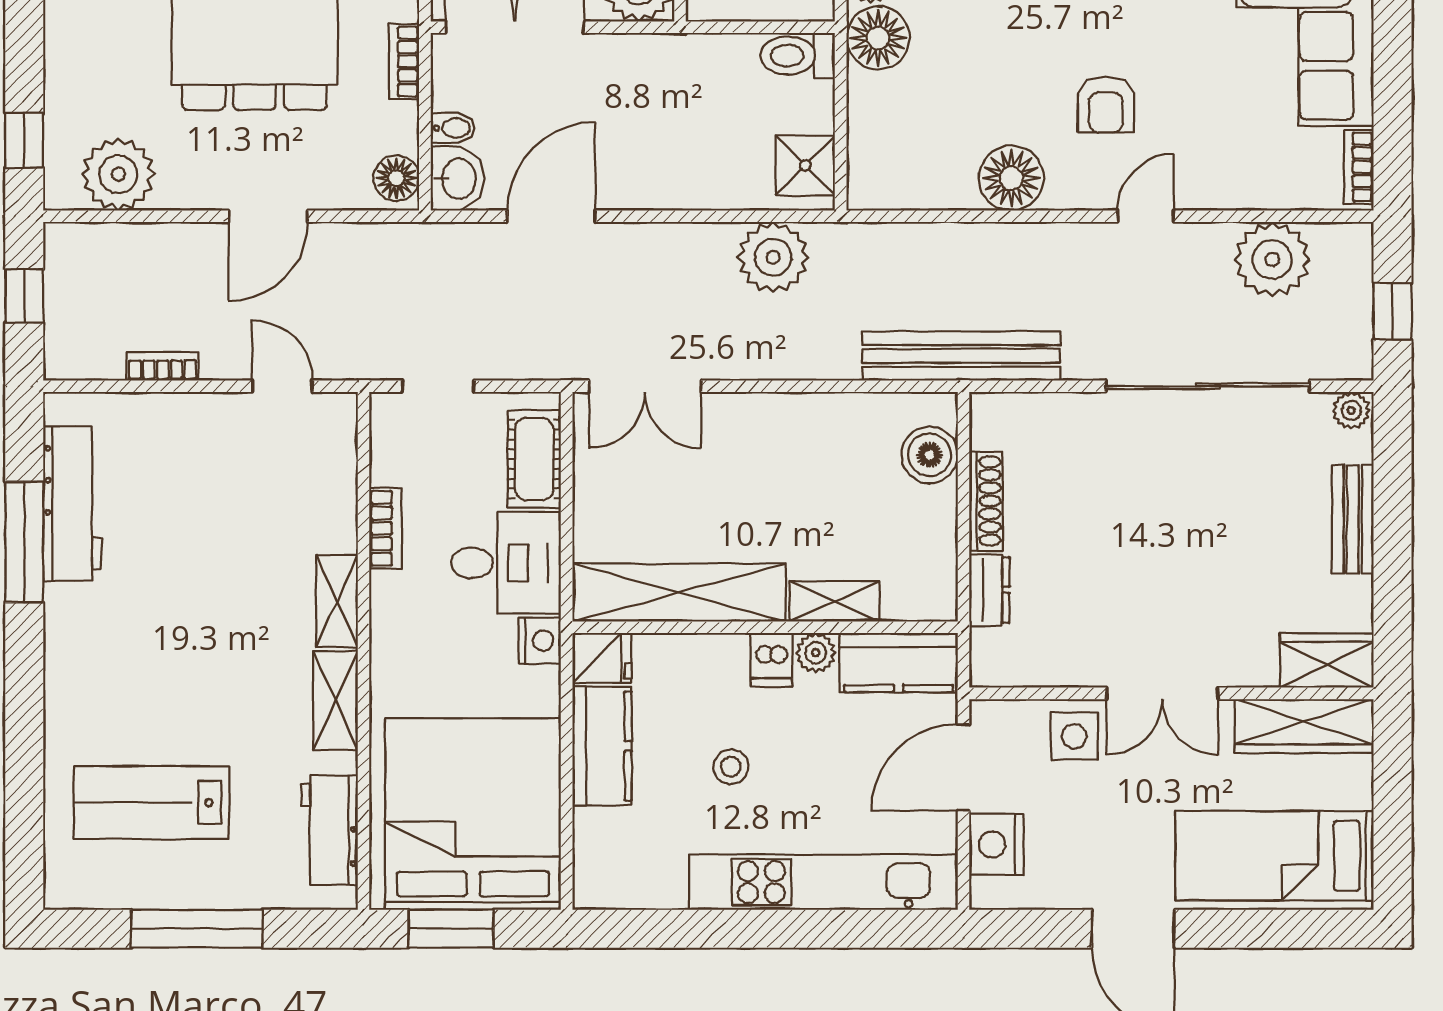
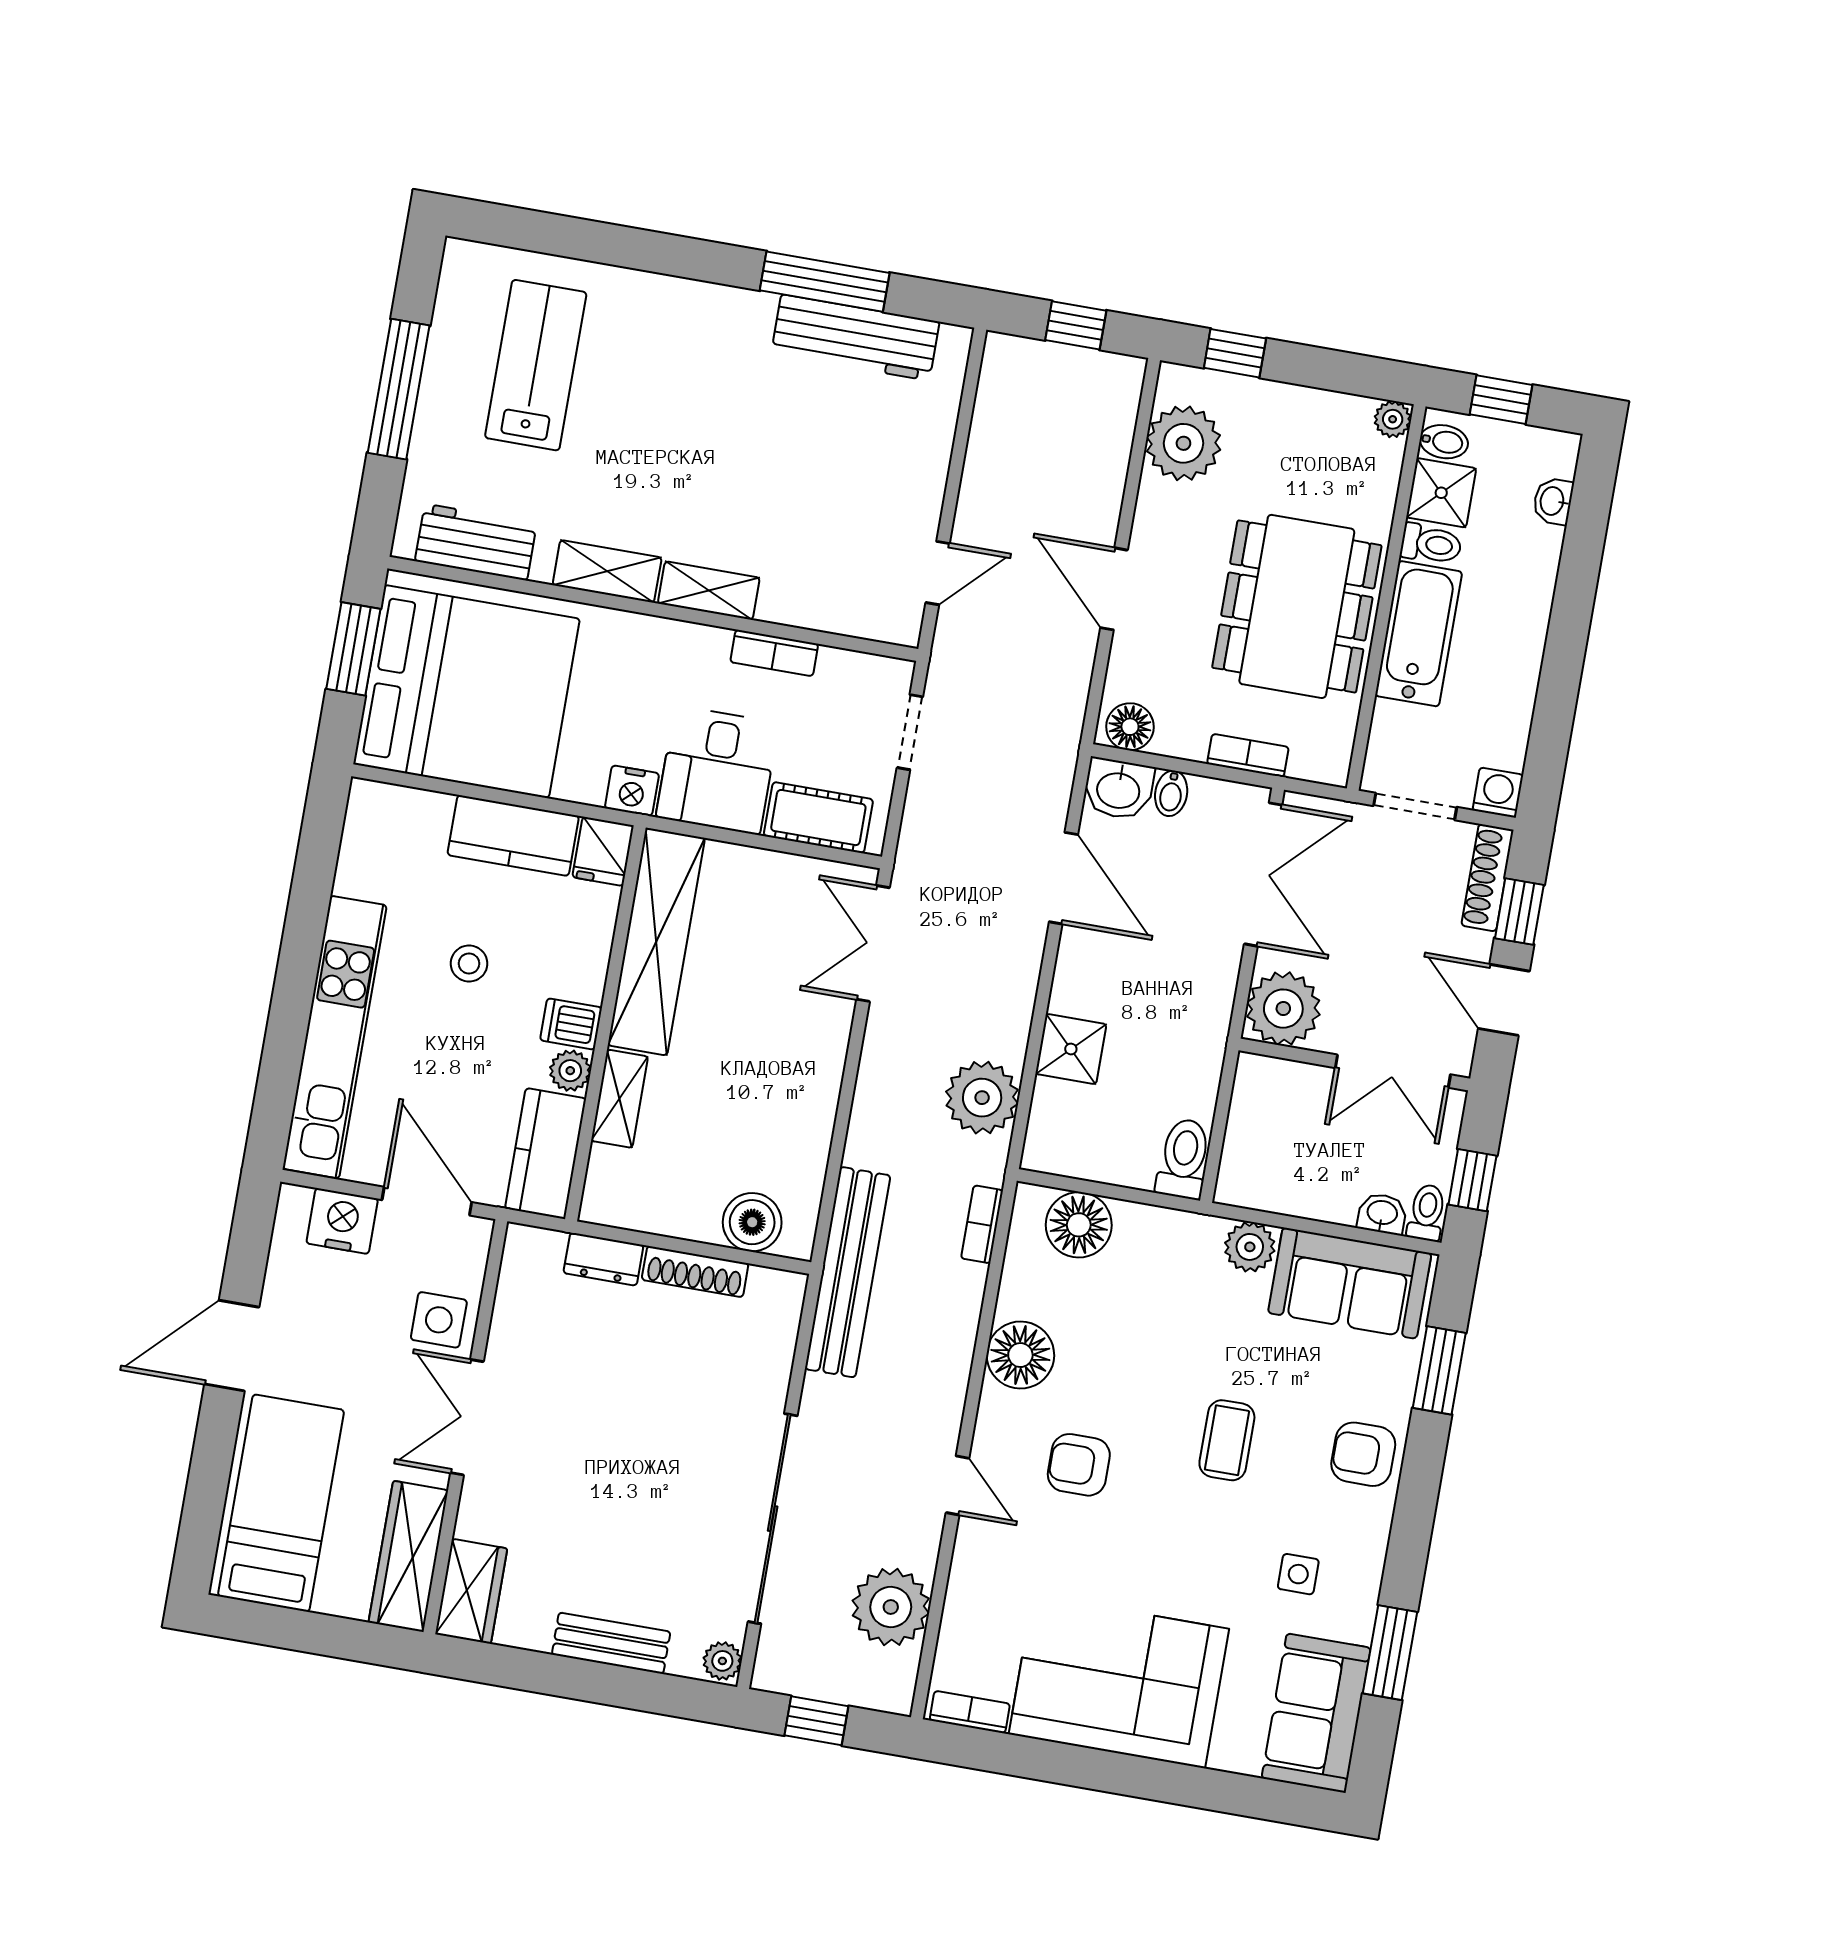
floor lamp: (878, 38) -> (1079, 1225), moved
shower: (805, 165) -> (1071, 1049), moved
bookcase: (163, 366) -> (982, 1224), moved, turned 180

